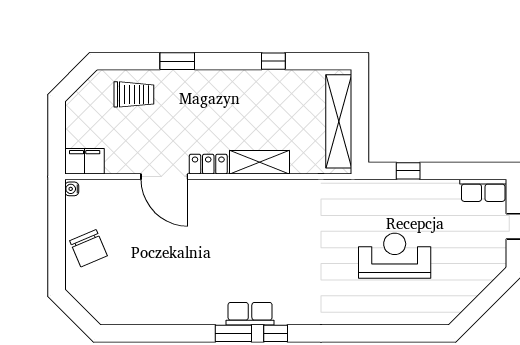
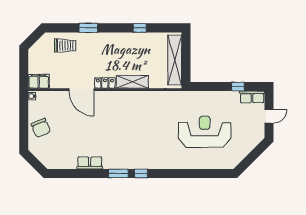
window: (408, 171) -> (238, 86), moved
reception desk: (395, 256) -> (205, 132), width x1.36, depth x1.30
row of seats: (250, 314) -> (90, 163), moved

